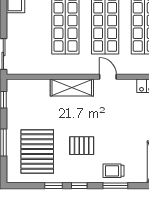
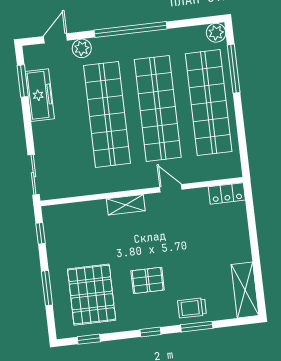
shelving: (72, 88) -> (126, 205), width x0.67, depth x0.75
window: (53, 186) -> (89, 339), moved

